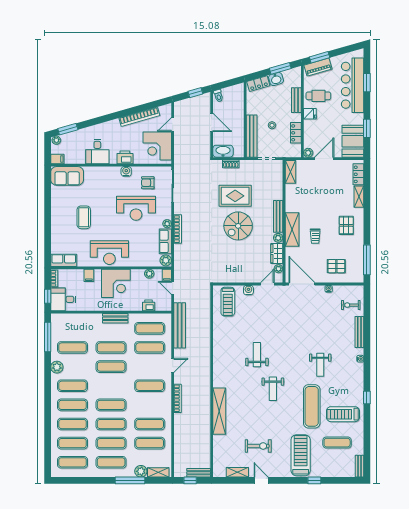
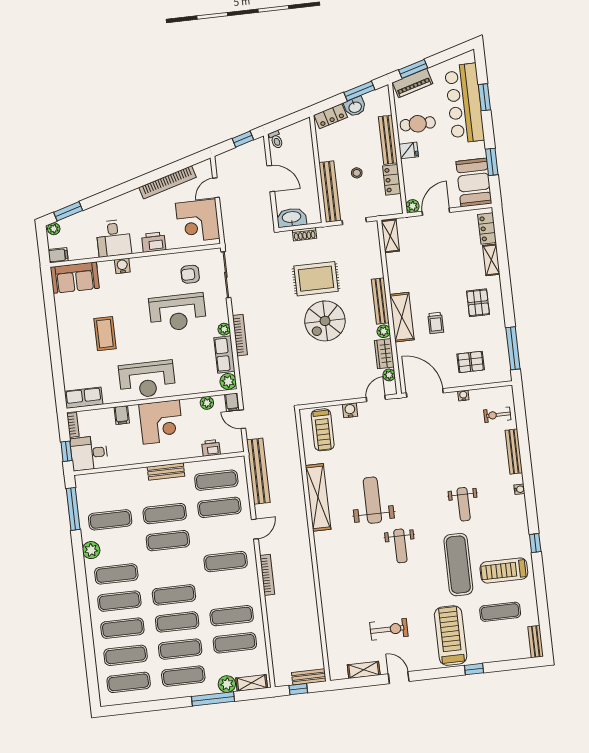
bench: (296, 100) -> (388, 140), width x1.36
water cooler: (126, 171) -> (122, 266), moved
weight bench: (257, 355) -> (372, 500), width x1.36, depth x1.33
shelving: (219, 411) -> (318, 497), moved

